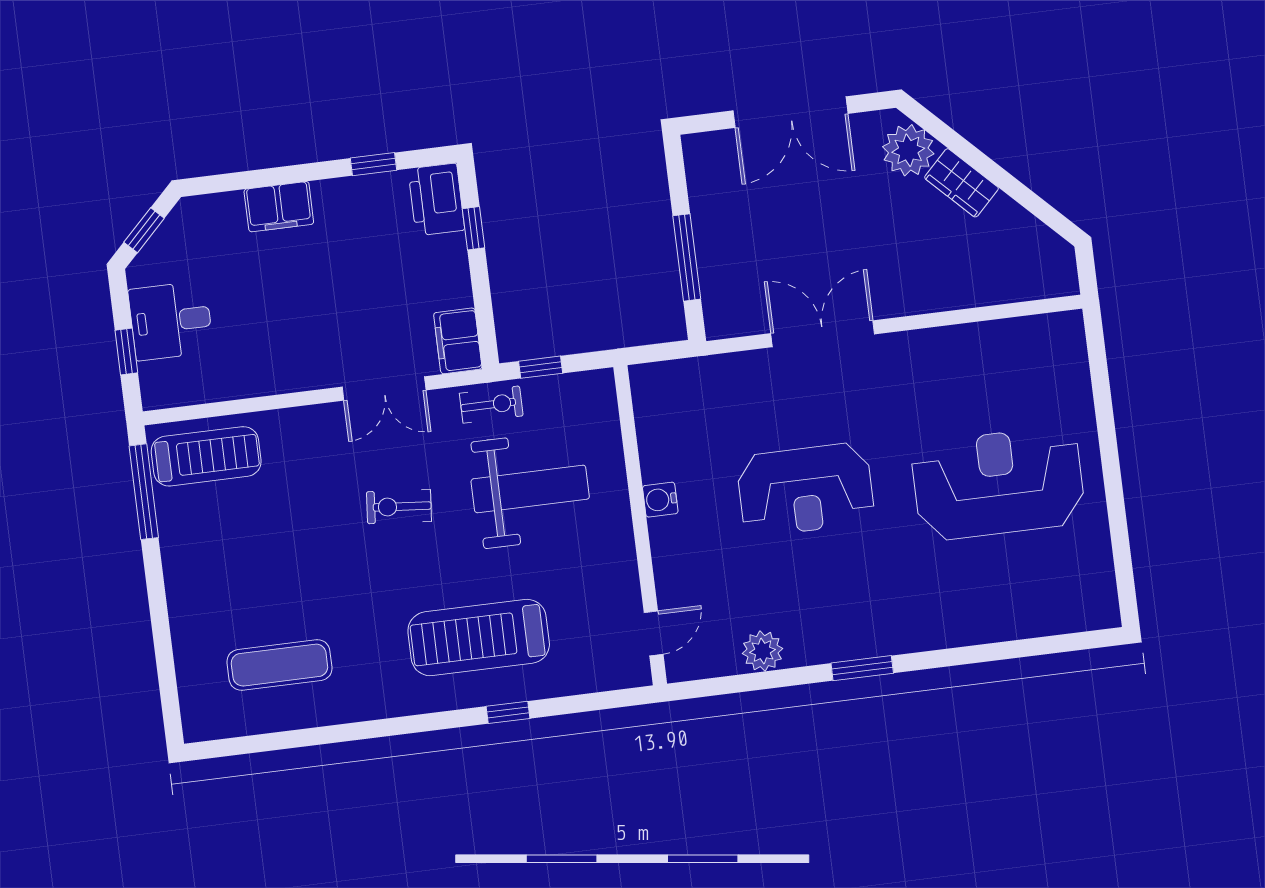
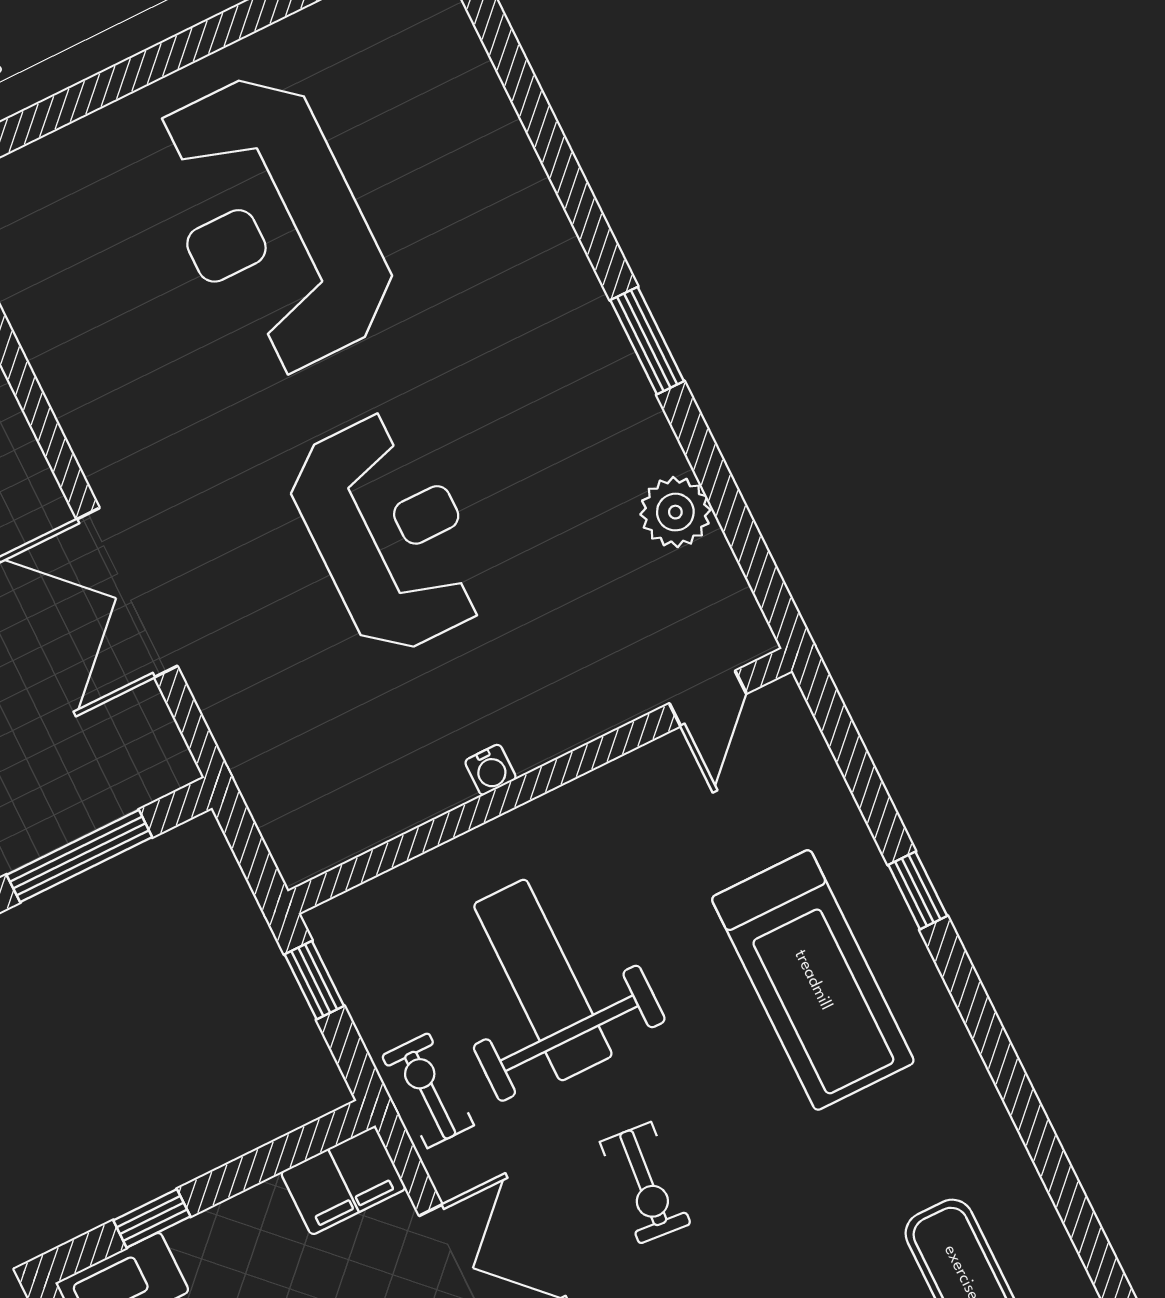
window: (541, 367) -> (314, 980), moved
water cooler: (660, 500) -> (490, 770), width x0.72, depth x0.72
door: (654, 633) -> (708, 699), swing flipped

